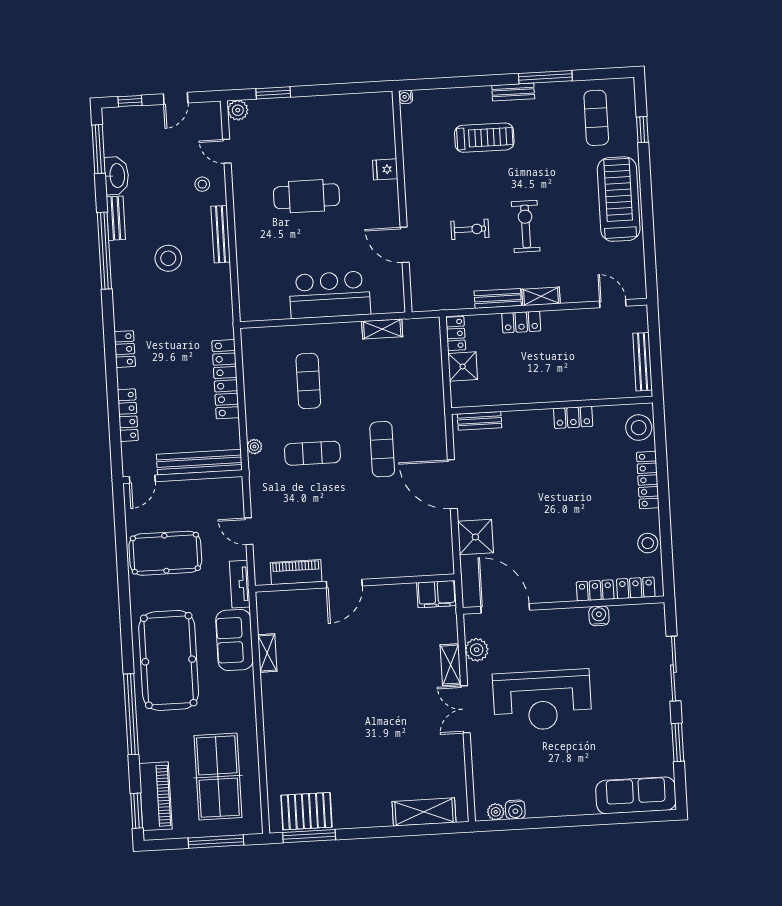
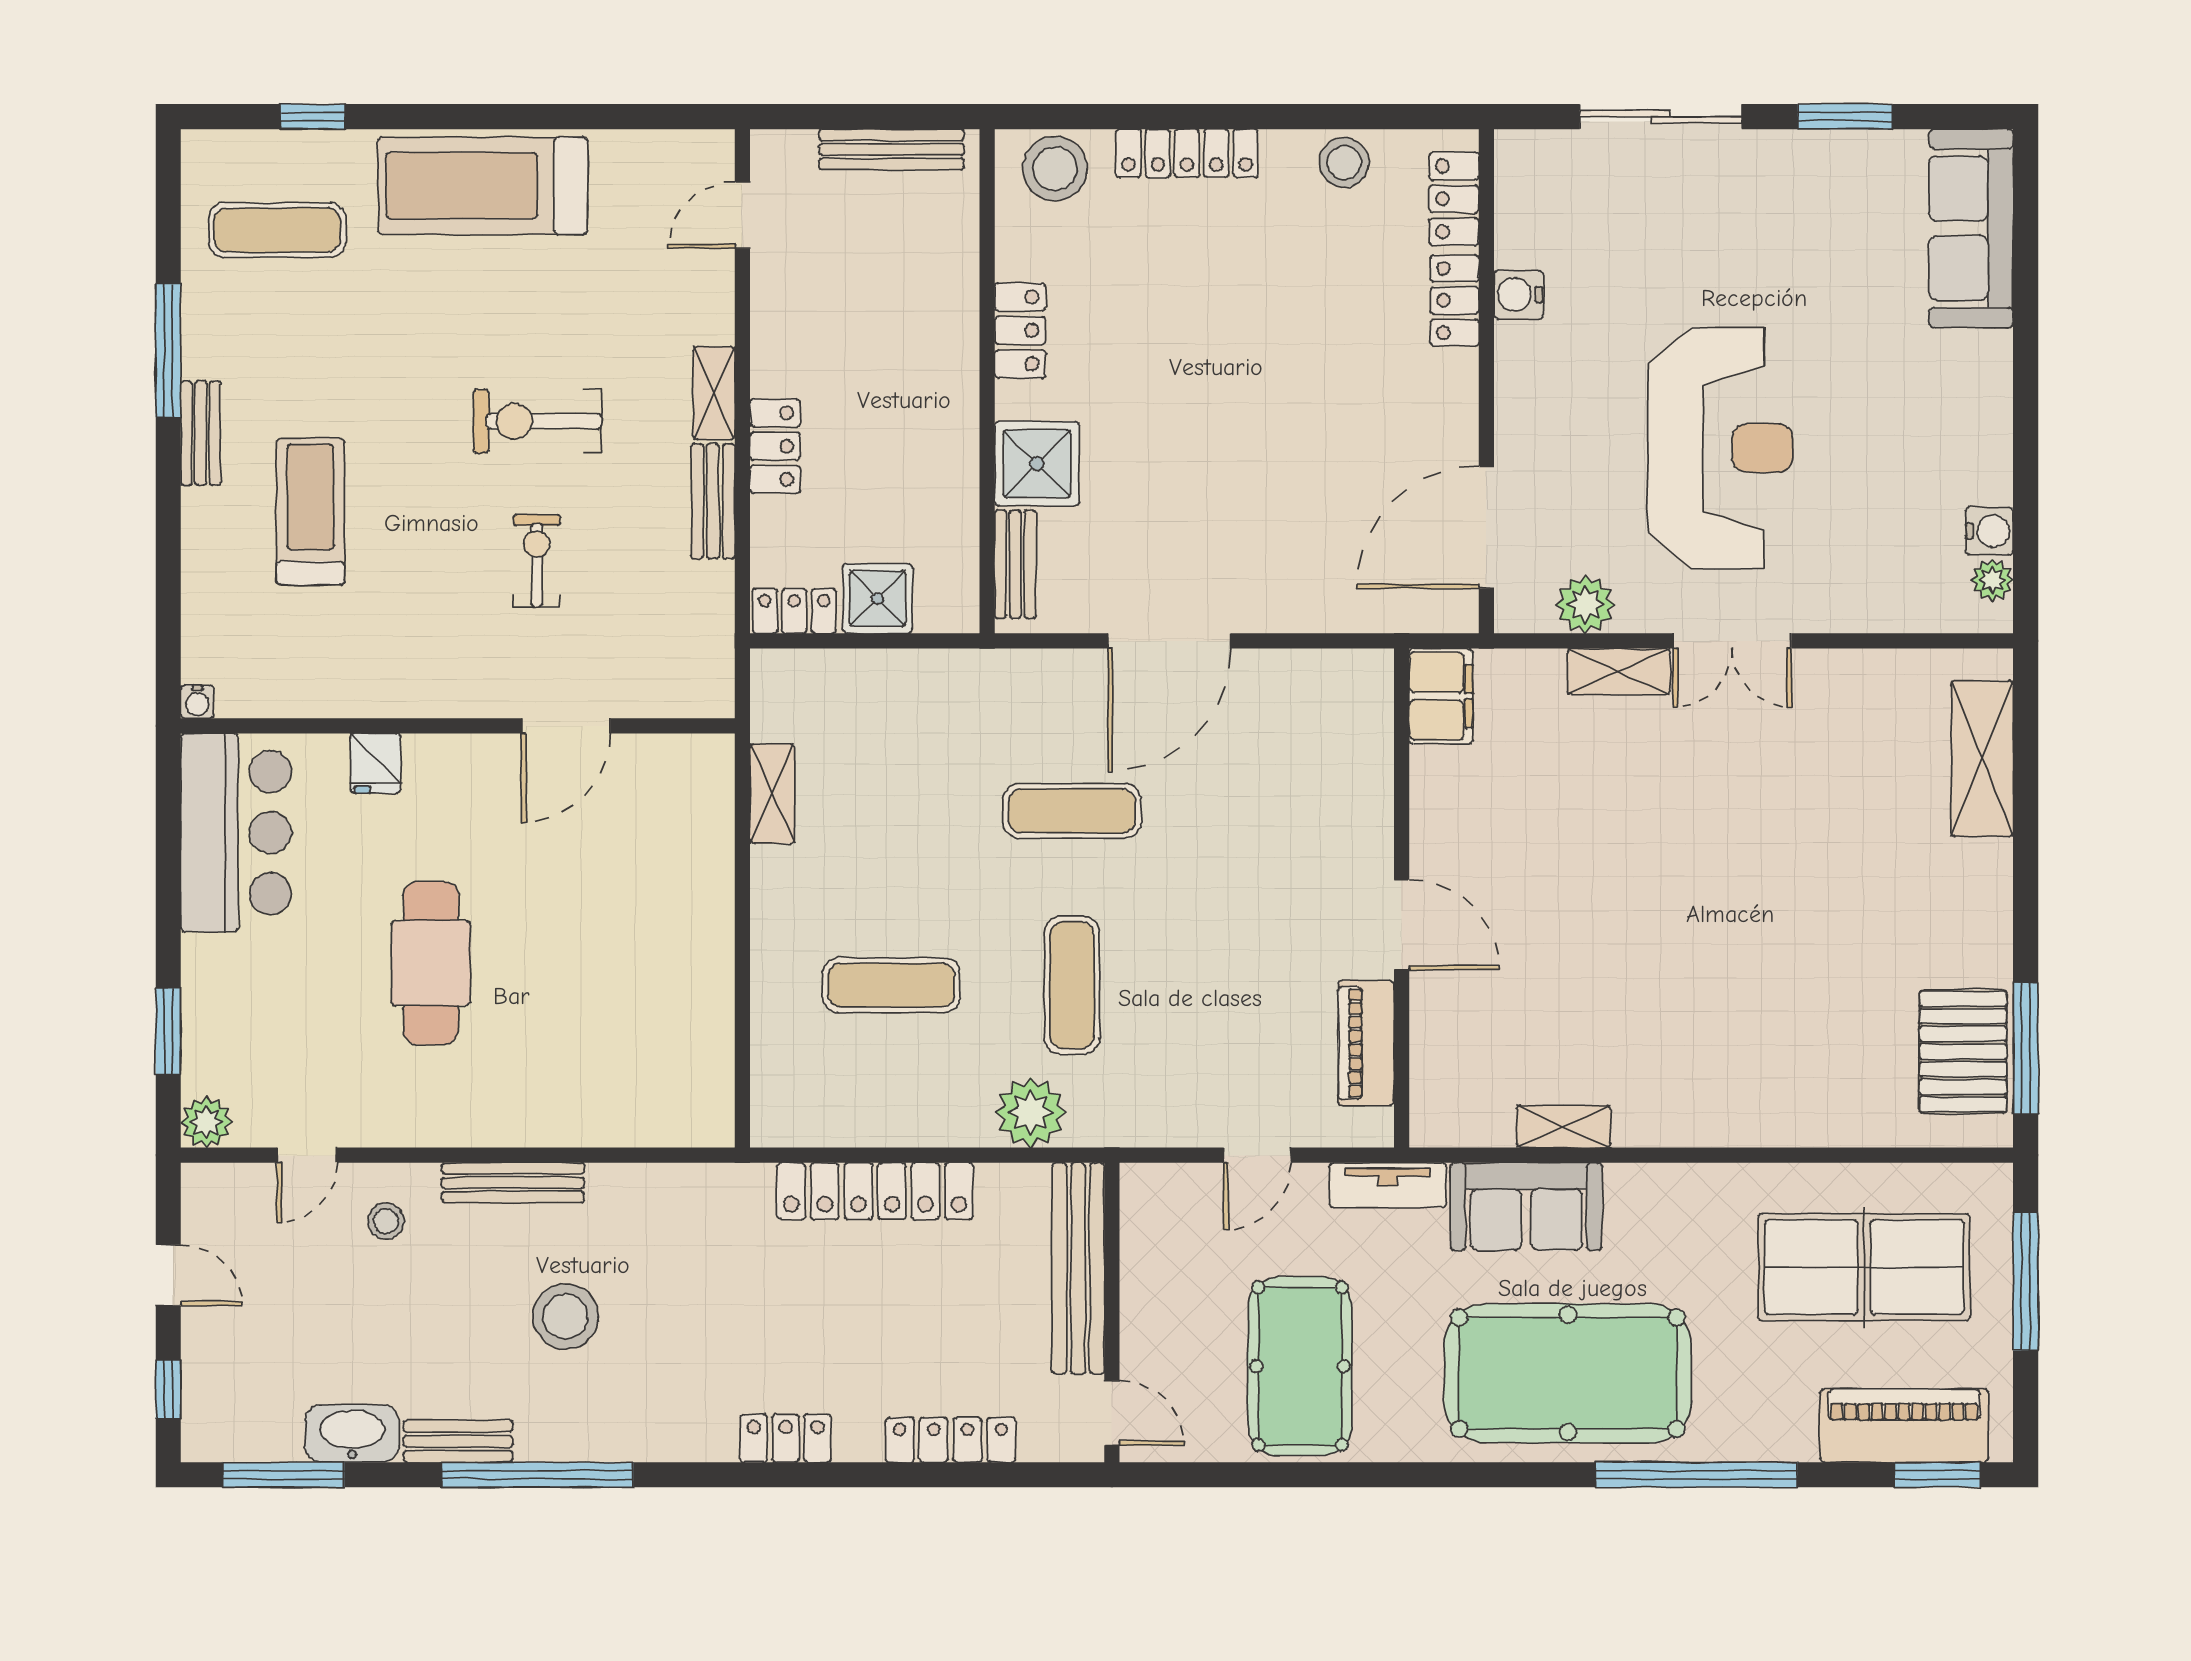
bar counter: (330, 295) -> (236, 833), moved, turned 180
plant: (254, 447) -> (1031, 1112), width x1.87, depth x1.87
shower: (475, 537) -> (1037, 464), moved

